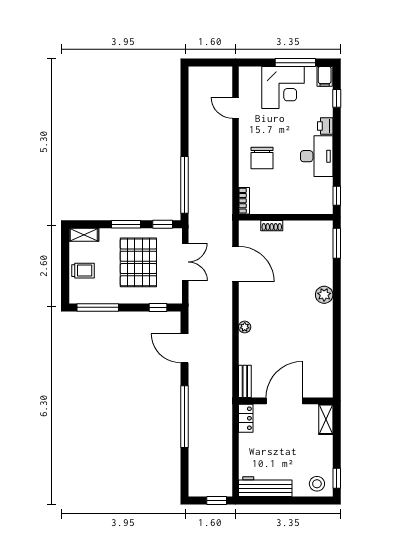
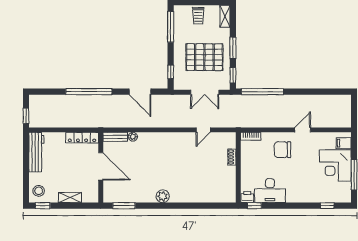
filing cabinet: (325, 76) -> (344, 143), moved
door: (235, 108) -> (303, 130), moved
printer: (325, 126) -> (247, 197), moved
desk: (317, 156) -> (270, 191), moved
window: (337, 243) -> (124, 206), moved
door: (235, 264) -> (203, 130), width x0.53
plant: (324, 295) -> (163, 196), moved
plant: (245, 327) -> (133, 137), moved
door: (184, 348) -> (140, 92), swing flipped
locker: (246, 418) -> (82, 138), width x1.53
shelving: (326, 419) -> (70, 198), moved

